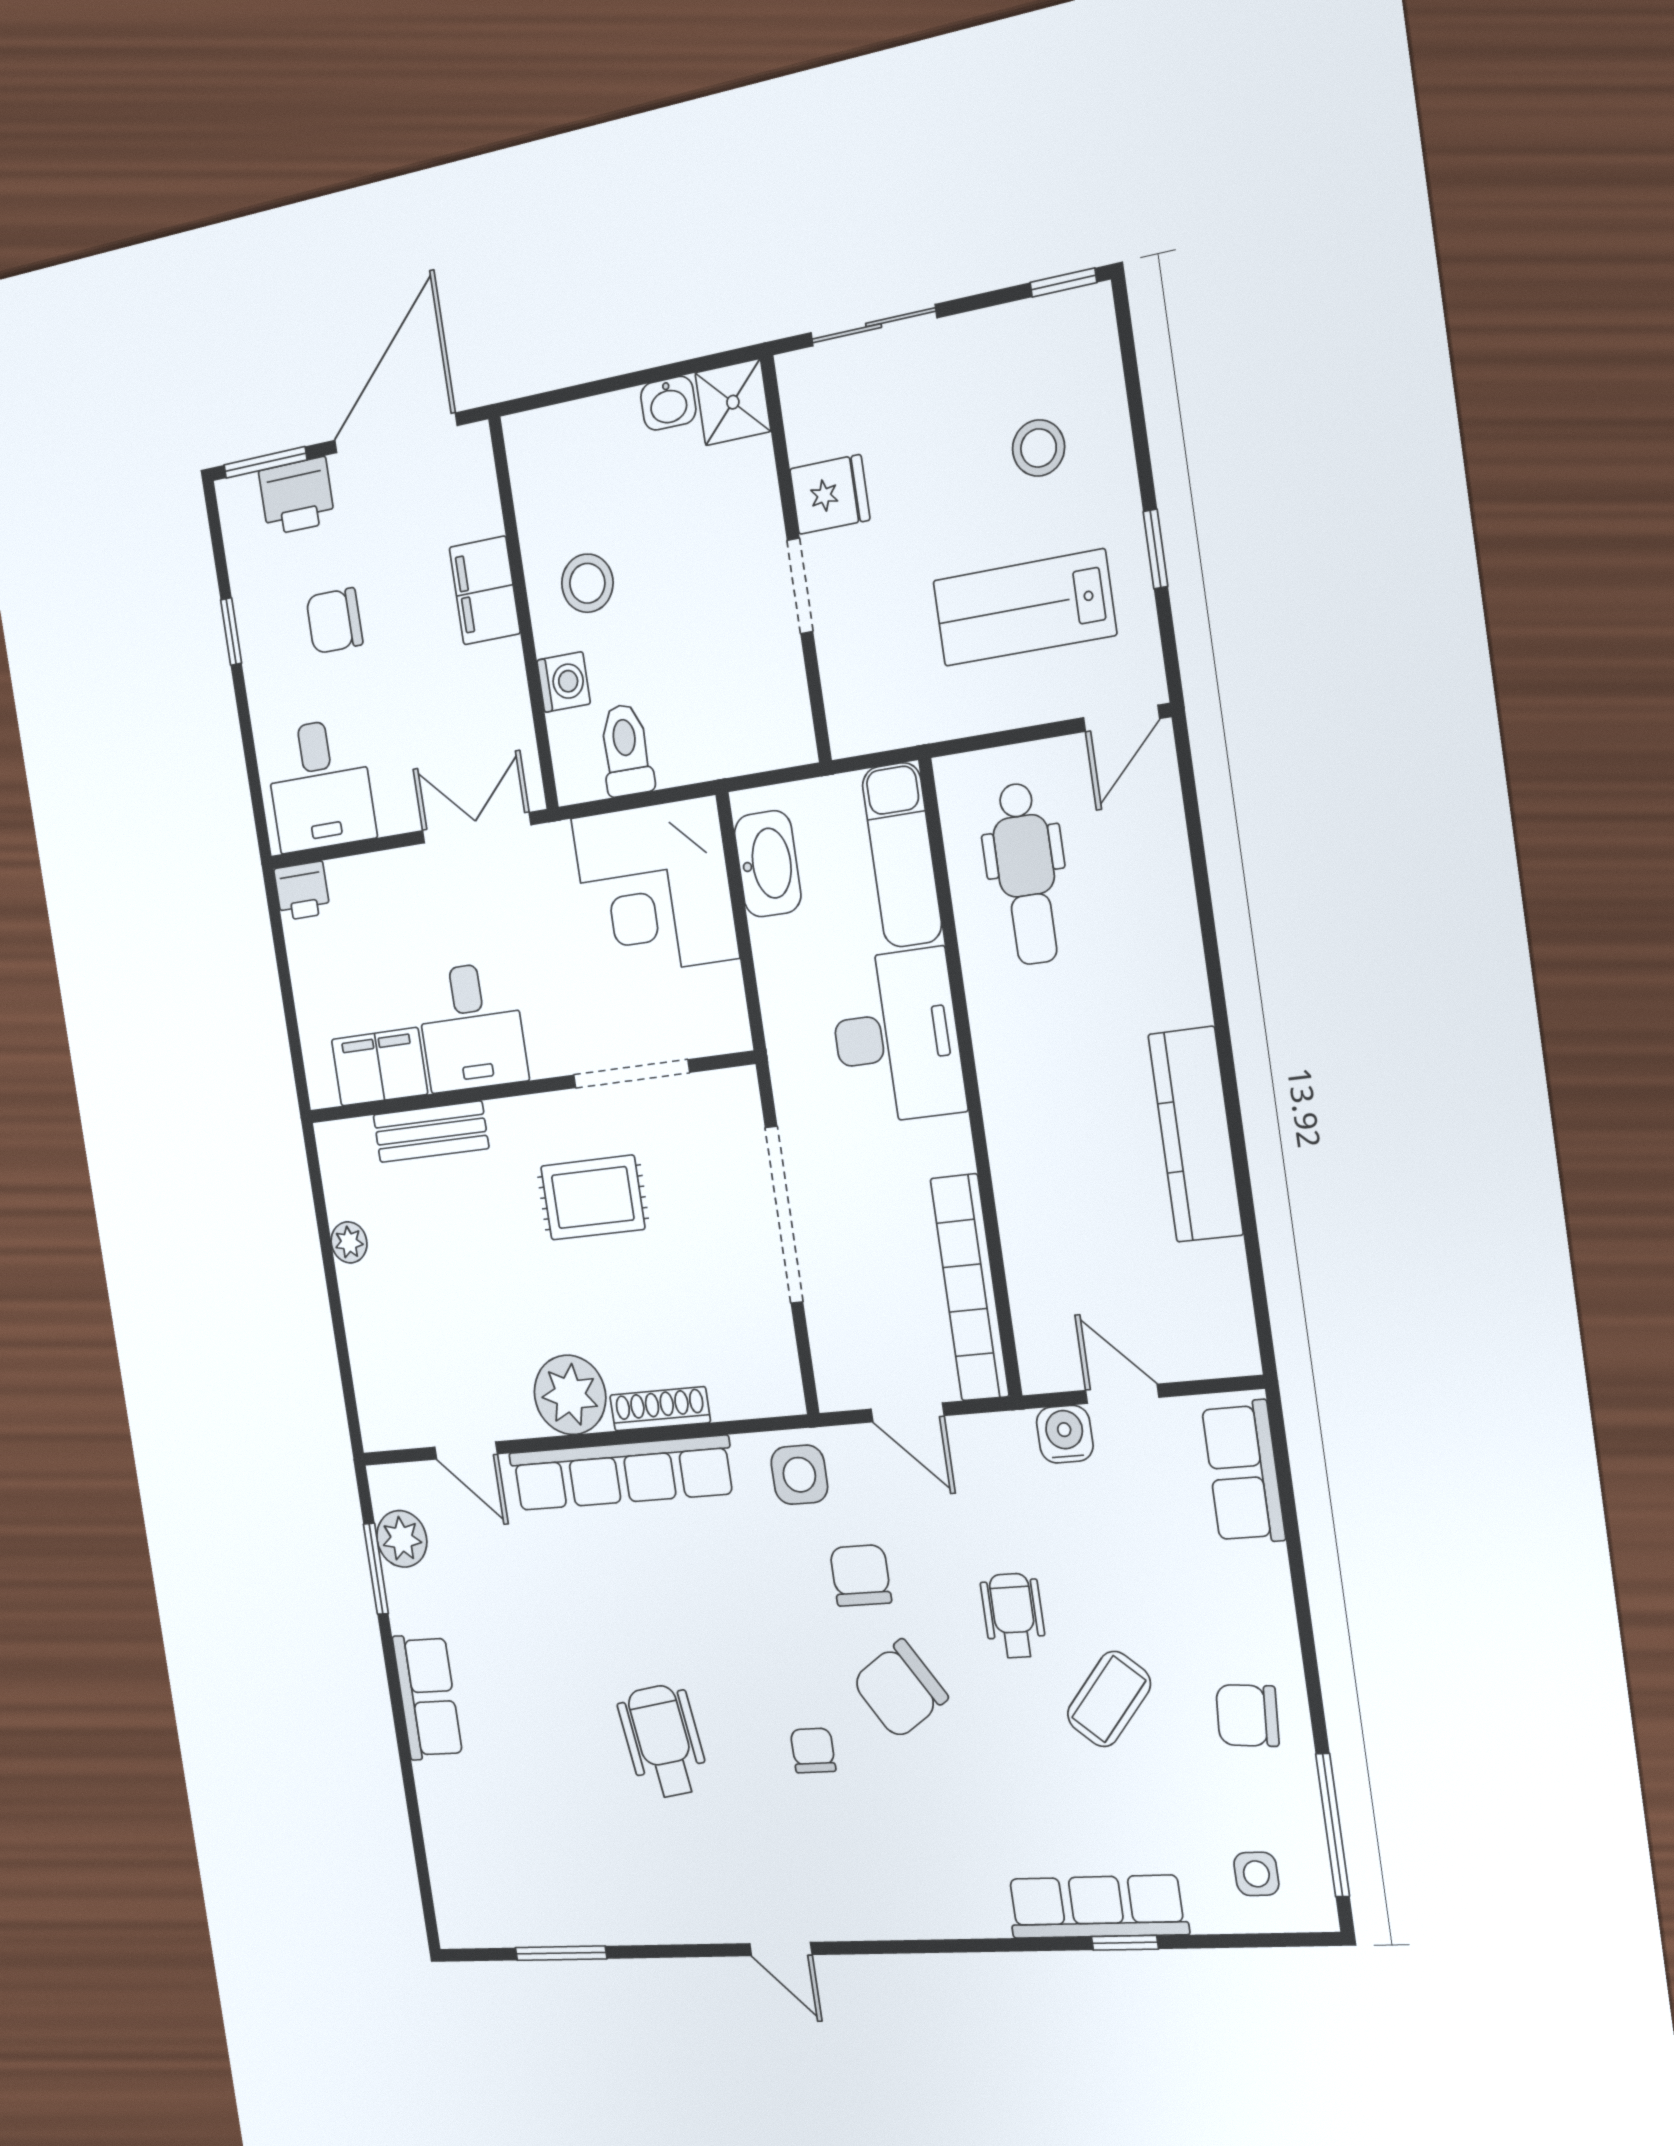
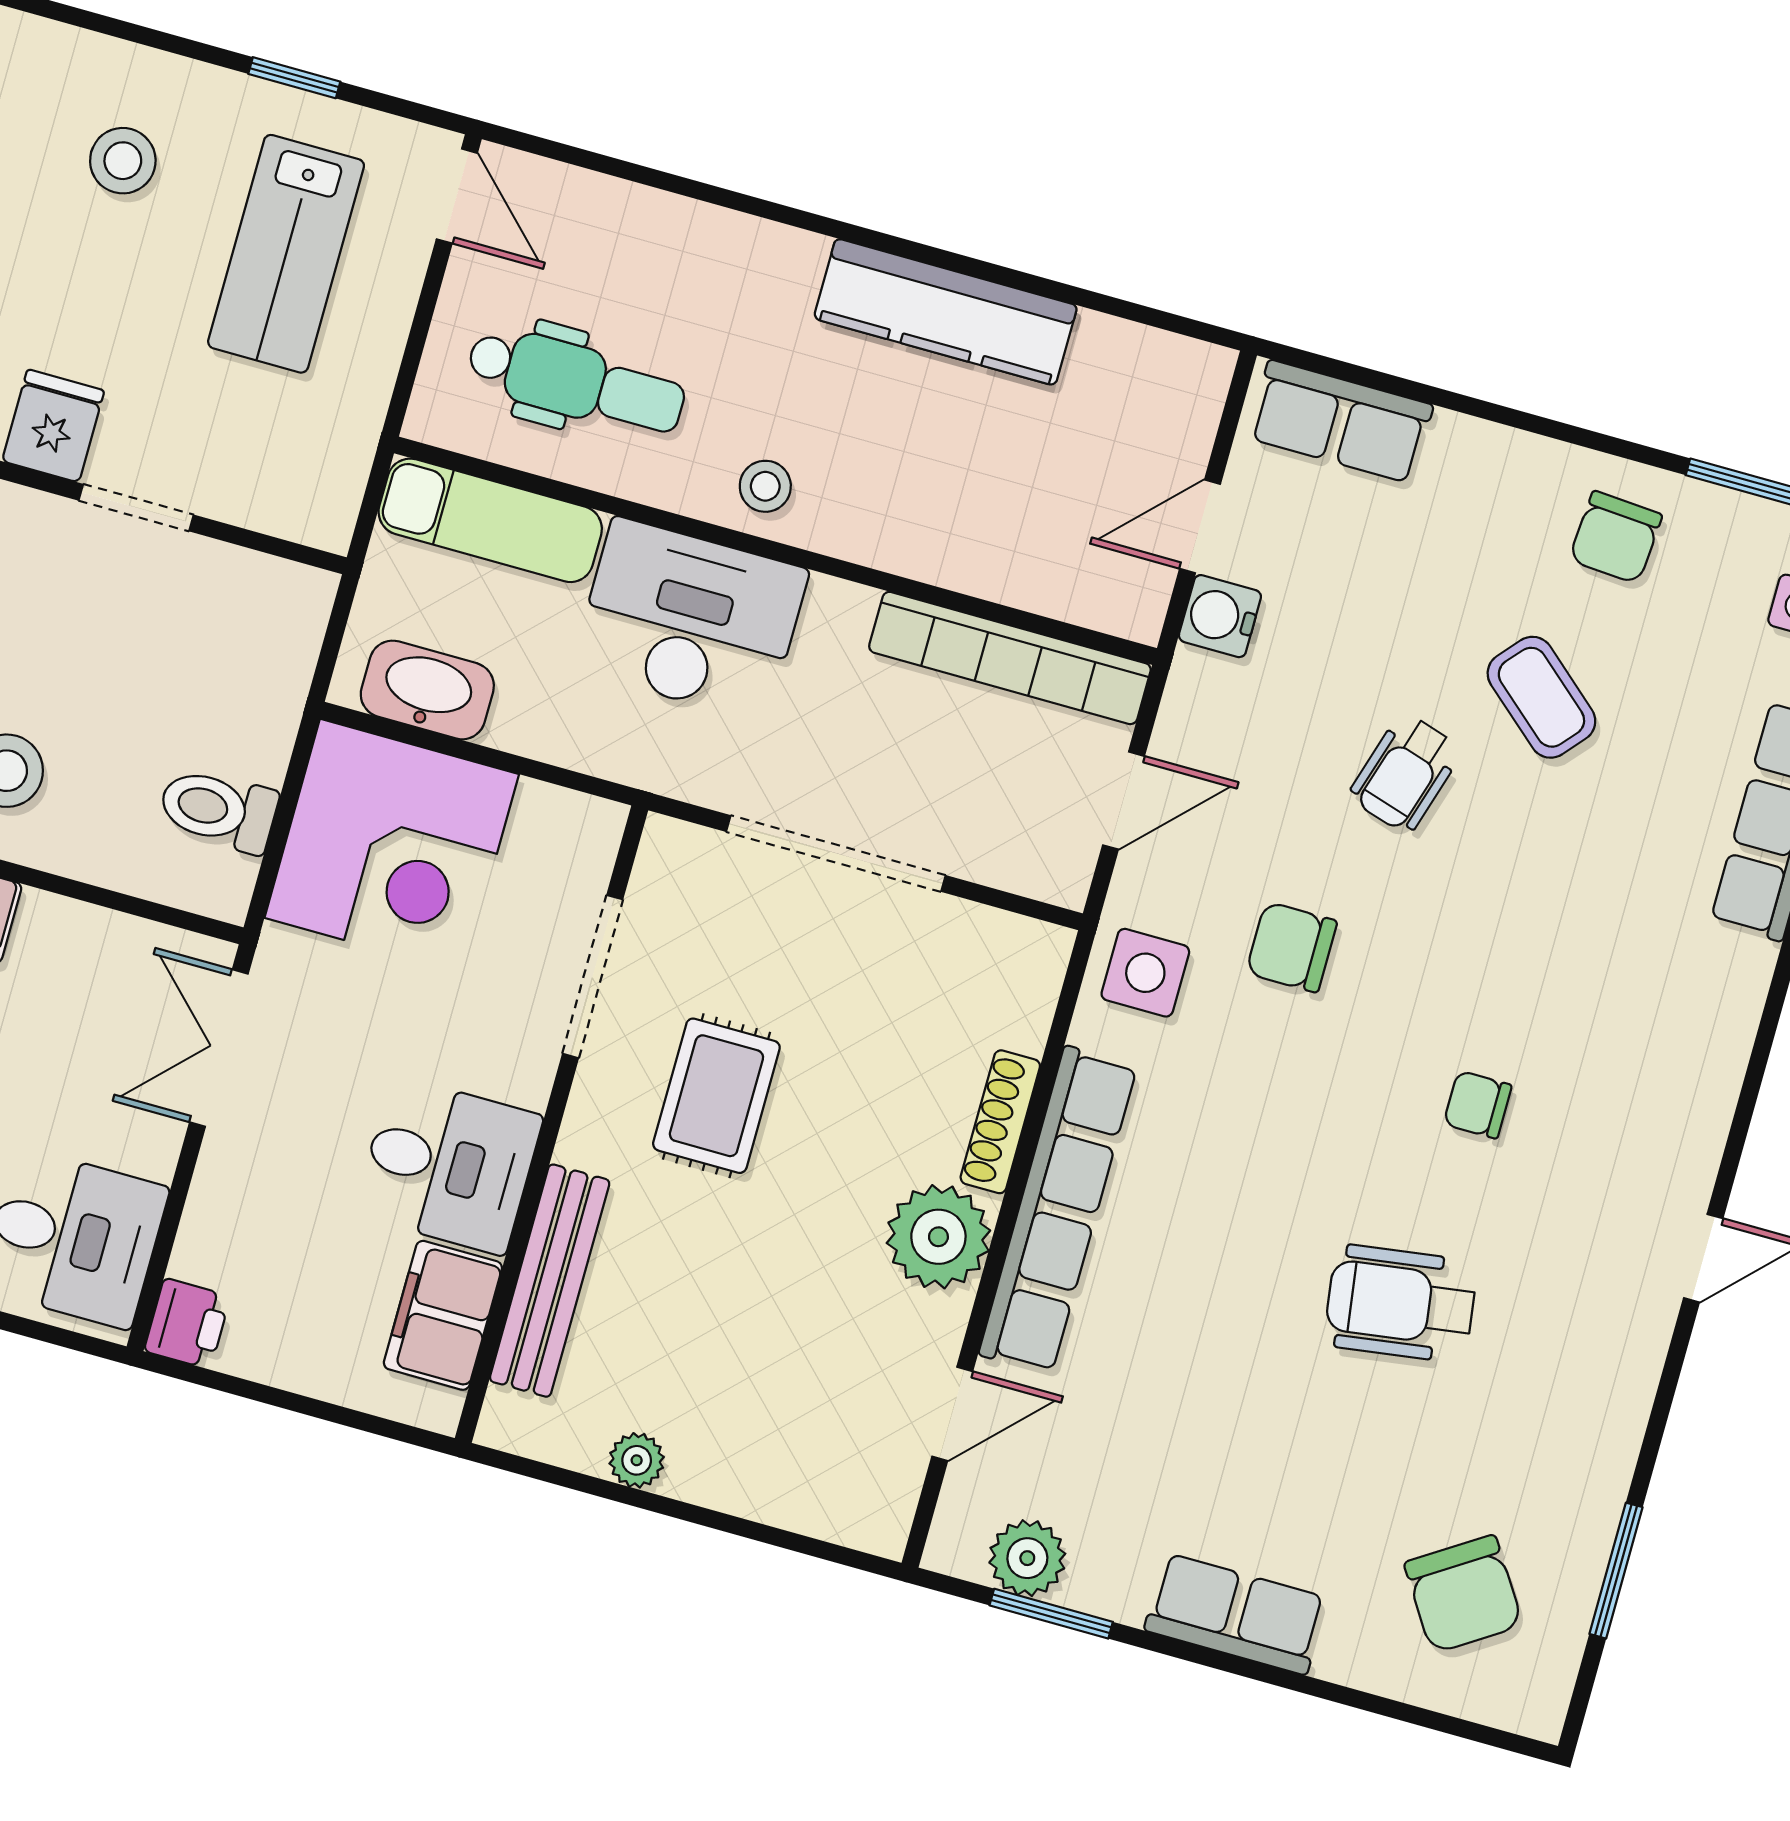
washing machine: (564, 682) -> (104, 854), removed
stool: (1012, 1051) -> (765, 486), added
bench: (431, 1132) -> (550, 1281), width x1.36
wheelchair: (1013, 1616) -> (1405, 773), turned -73
chair: (900, 1689) -> (1463, 1594), moved

